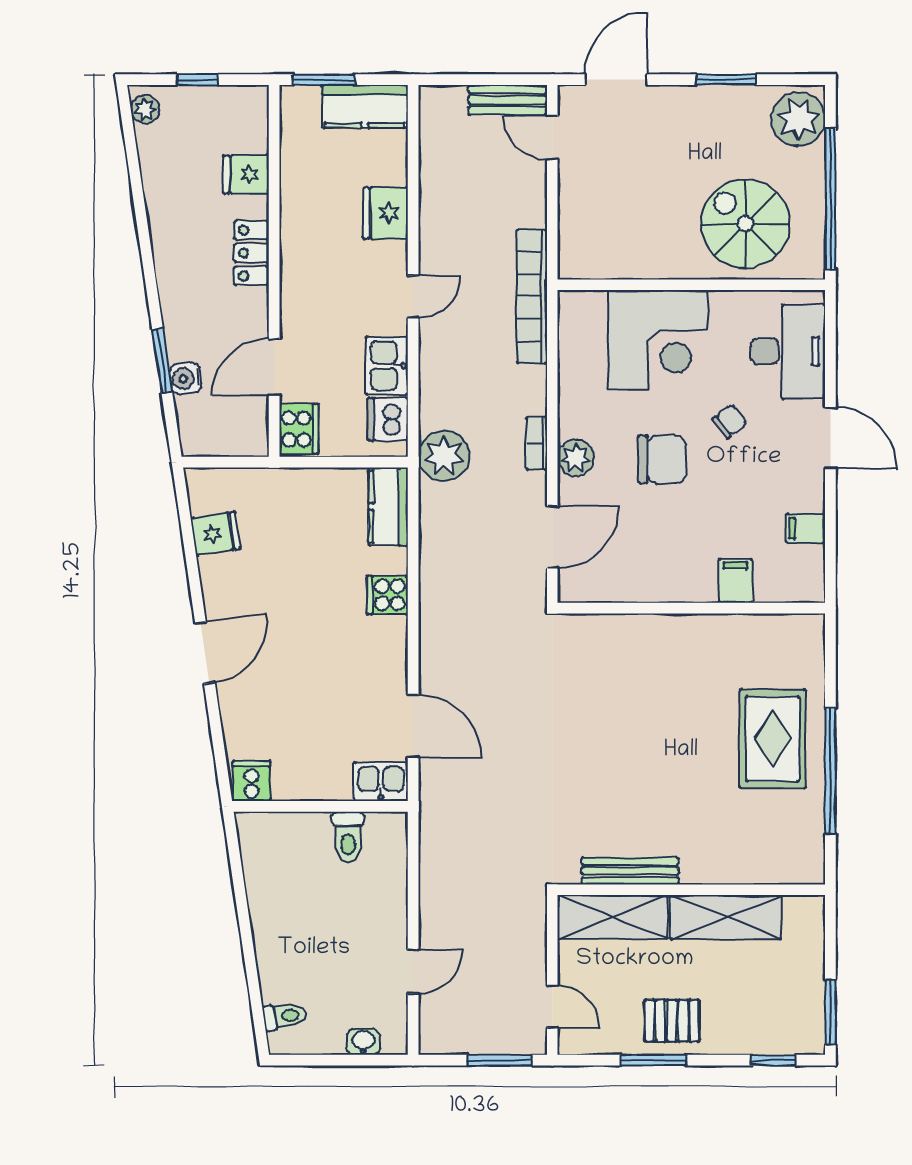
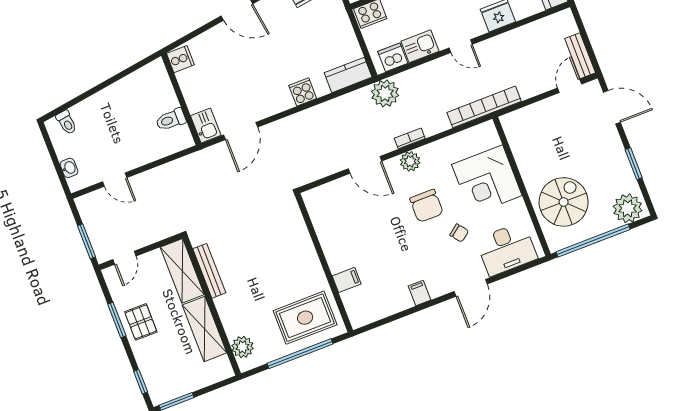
filing cabinet: (736, 581) -> (347, 280), moved
wall: (691, 608) -> (324, 263), moved
plant: (781, 864) -> (242, 347), added

